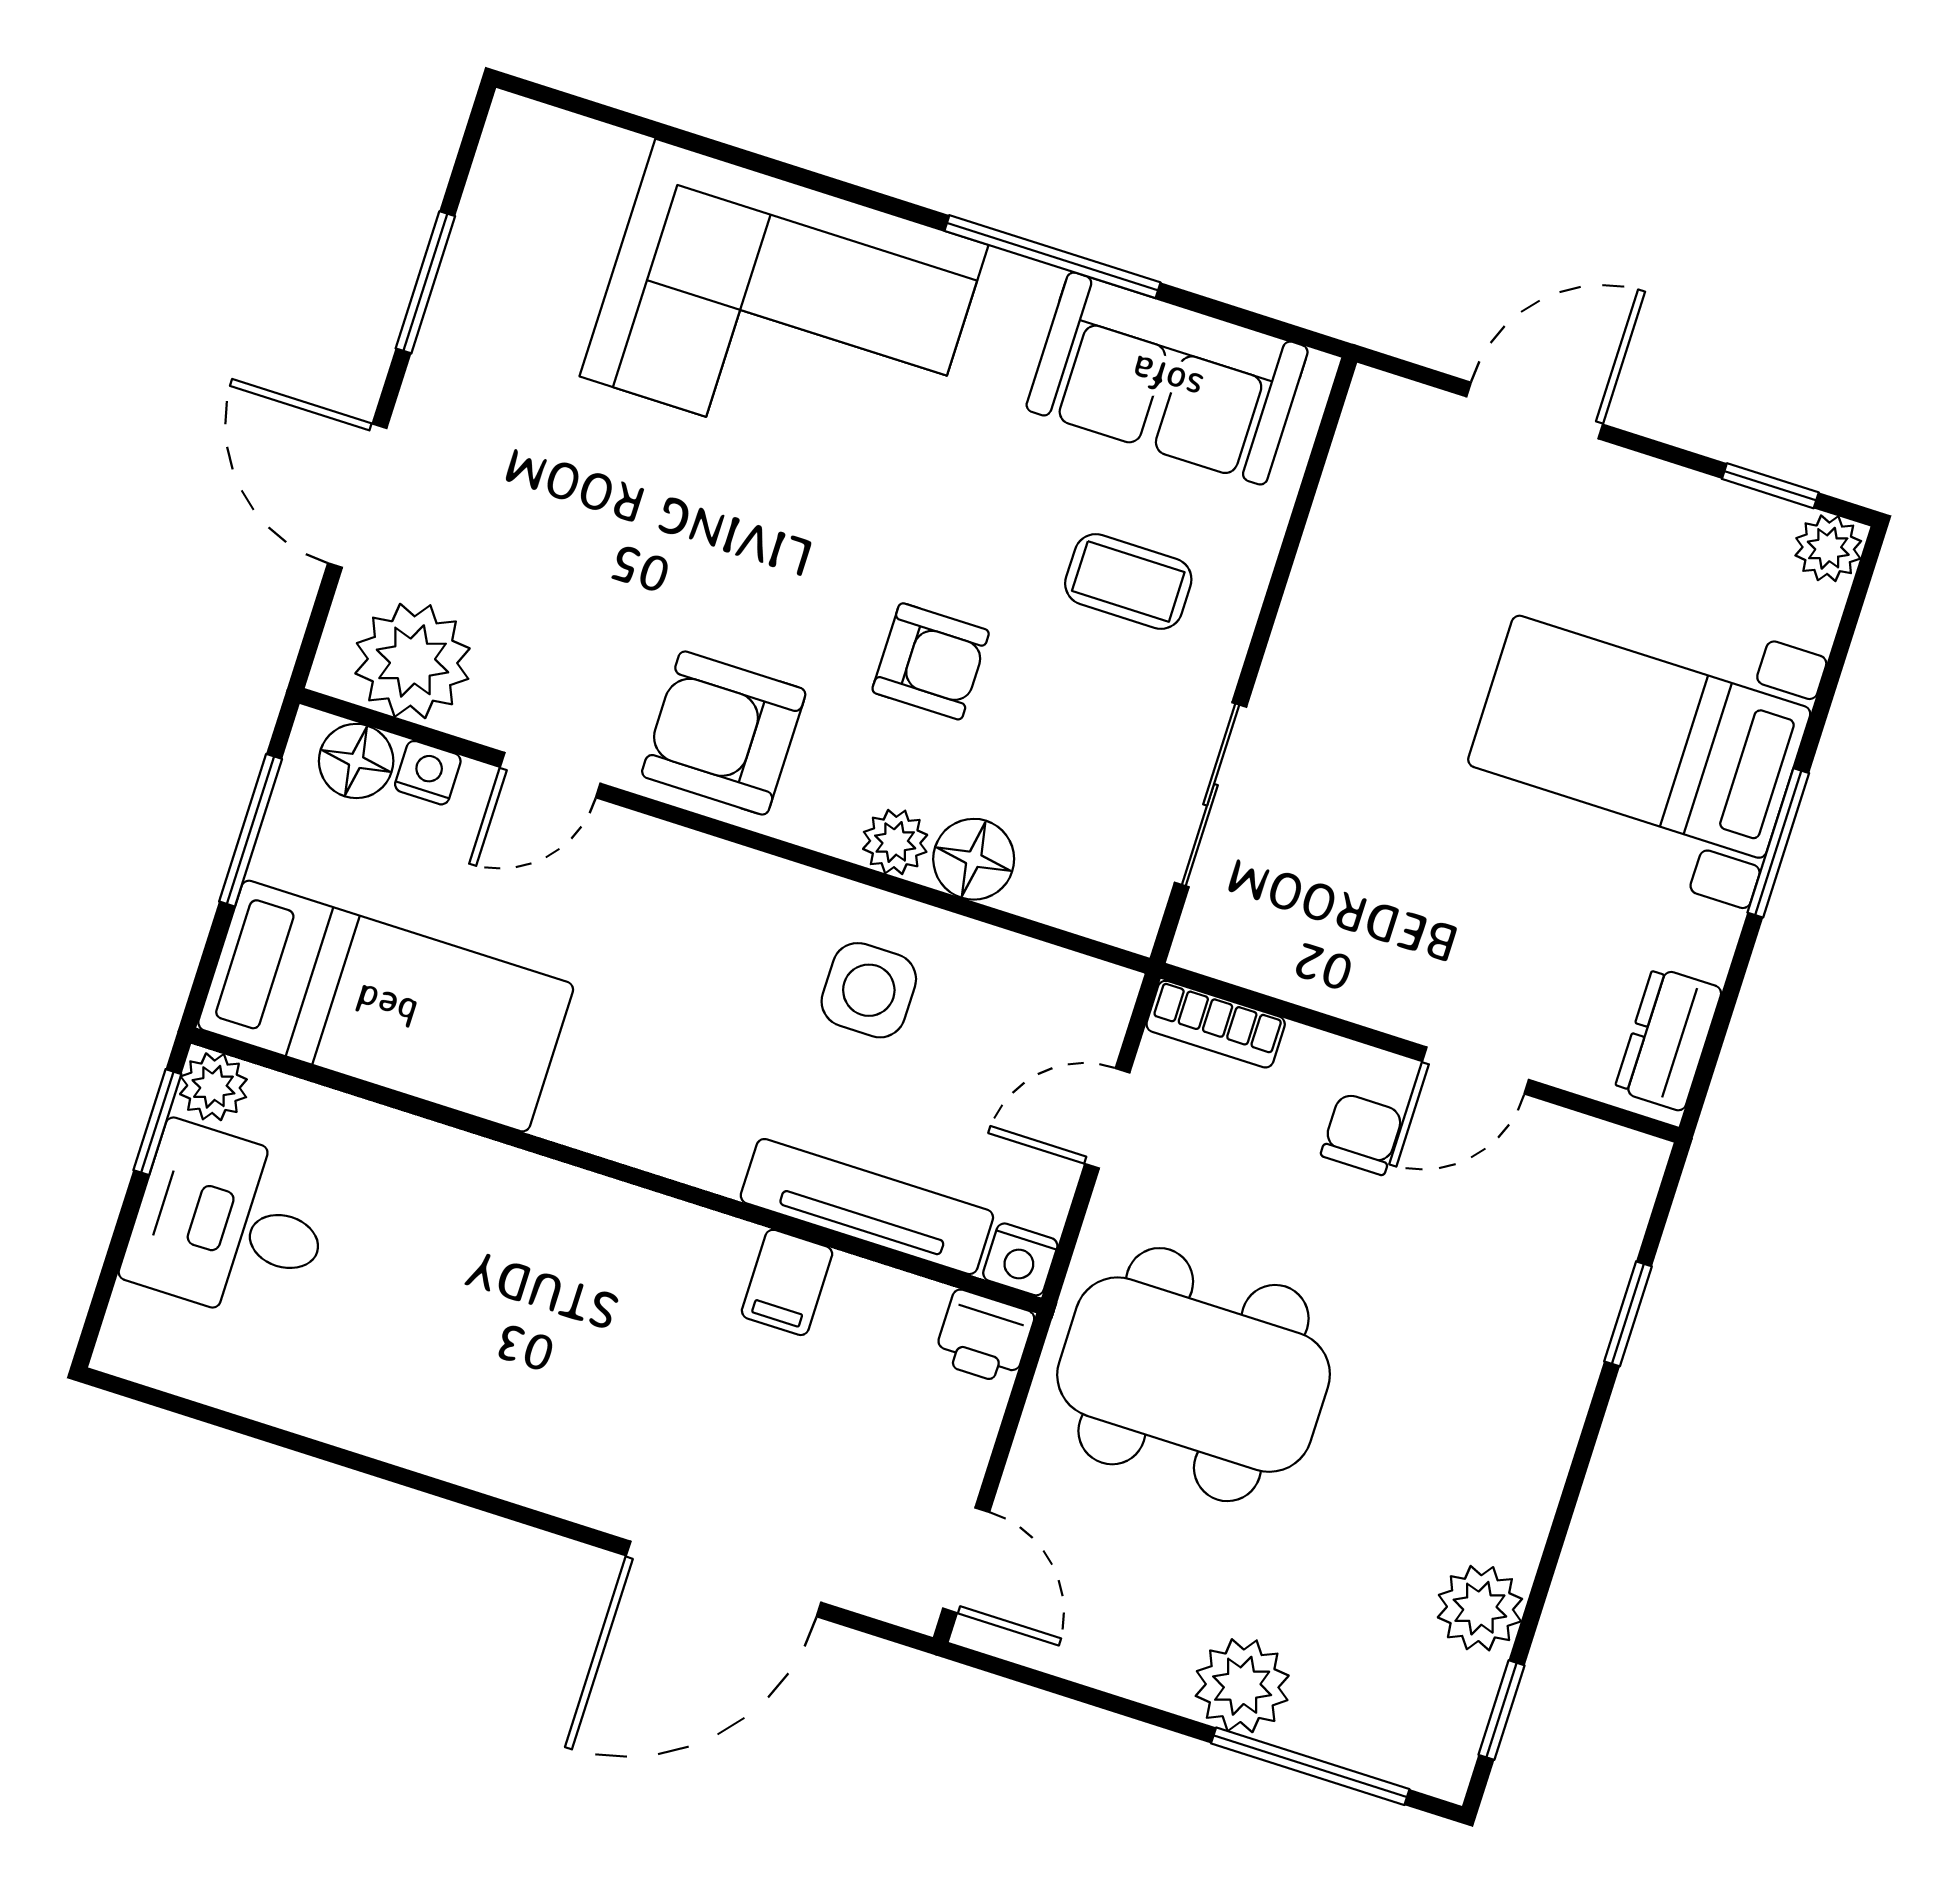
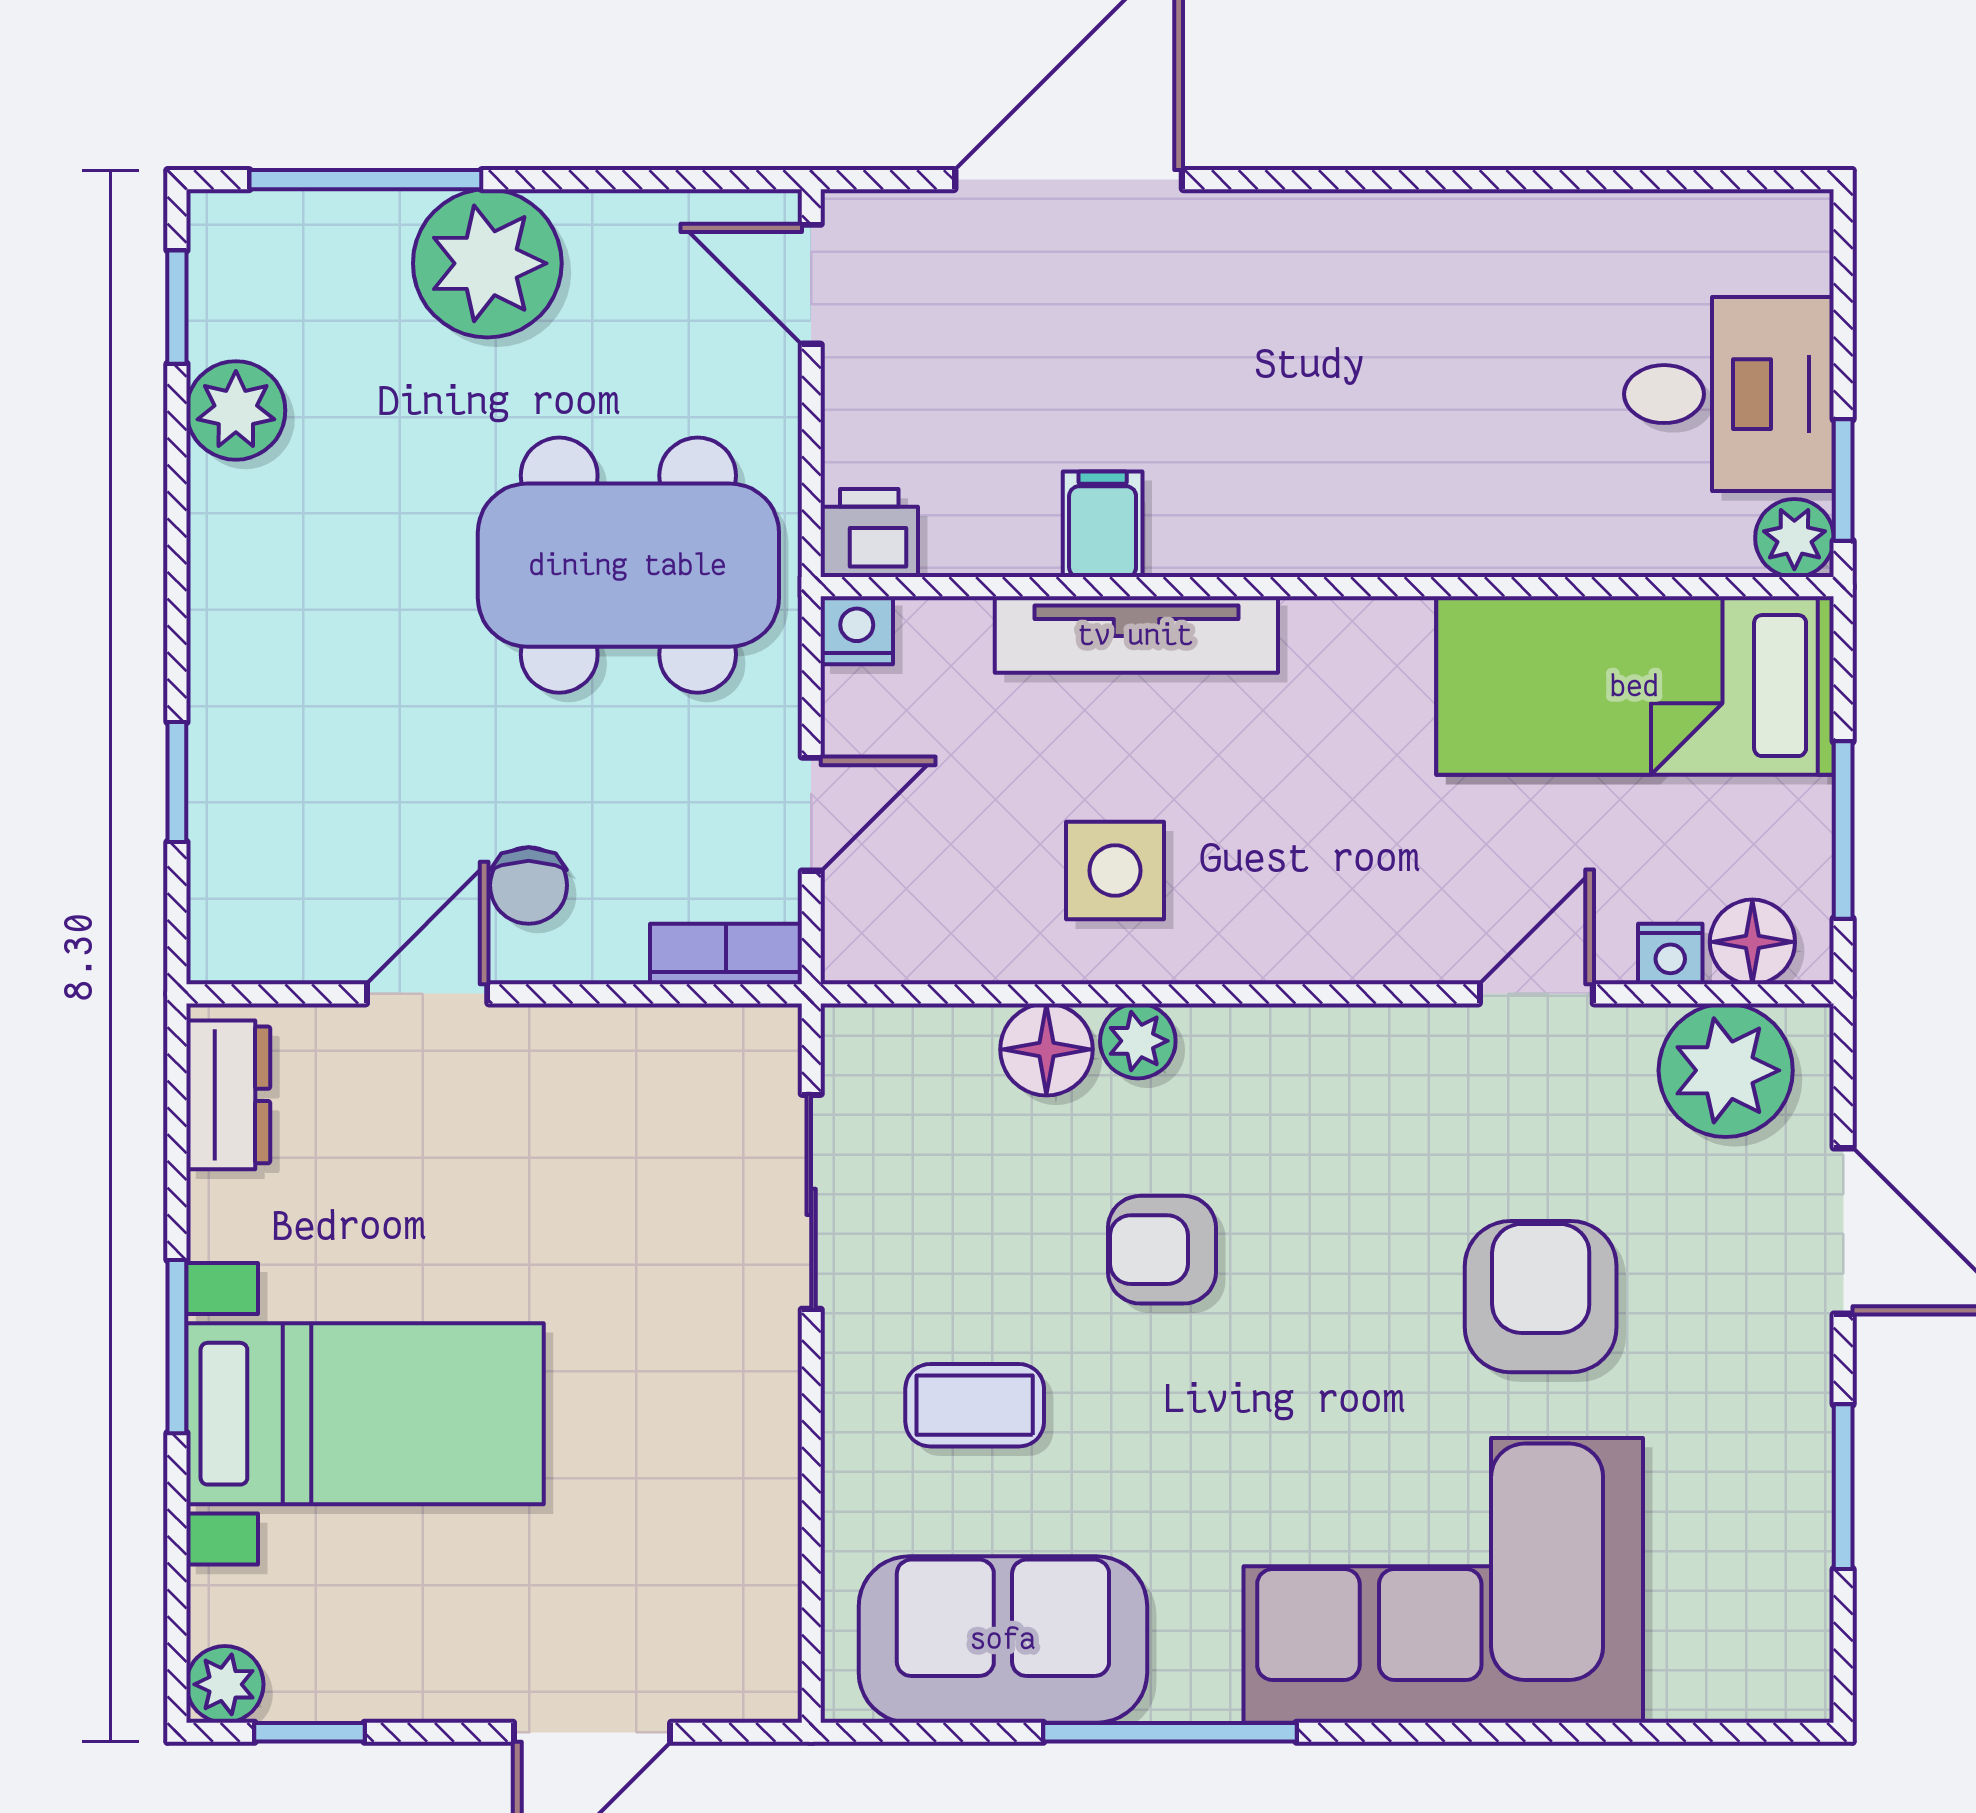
armchair: (724, 733) -> (1541, 1297), moved, turned -90
tv unit: (867, 1207) -> (1136, 635), moved
plant: (1242, 1686) -> (487, 263), width x1.36, depth x1.36

